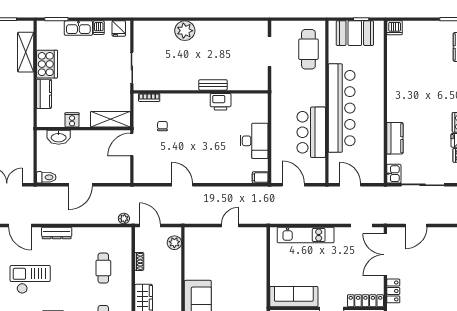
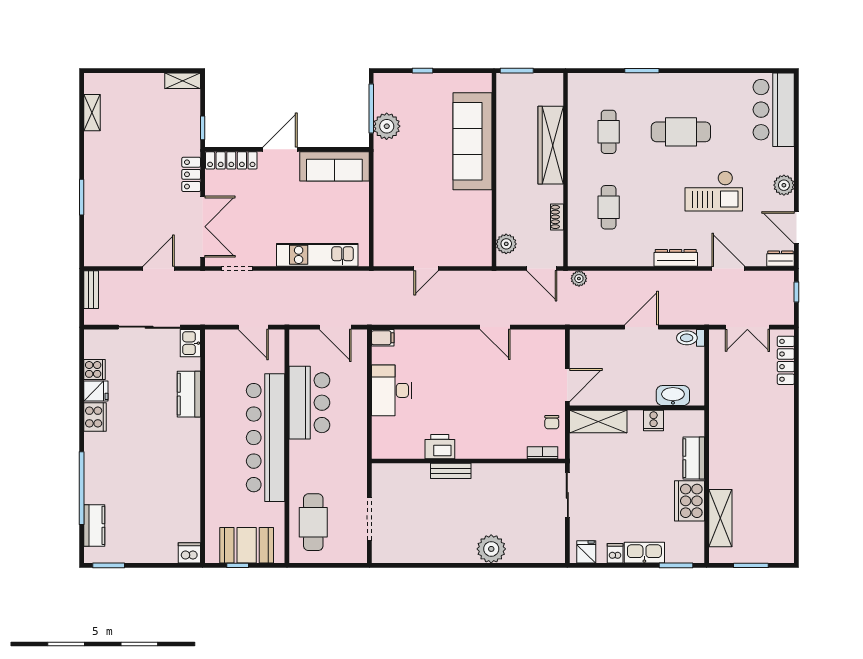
chair: (162, 126) -> (552, 422), moved

